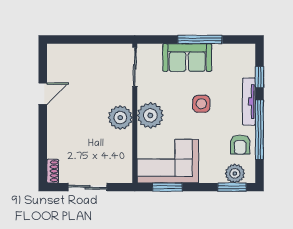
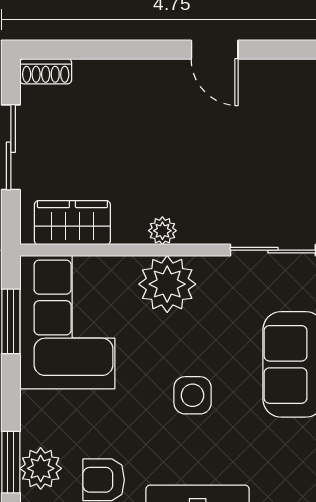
plant: (120, 118) -> (162, 231), width x0.53, depth x0.53
wardrobe: (122, 159) -> (72, 223), added

